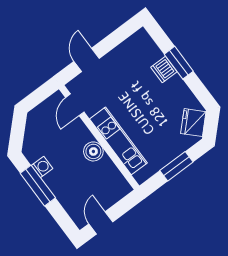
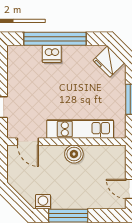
window: (179, 63) -> (55, 39), width x2.11
washing machine: (42, 167) -> (43, 202), moved

